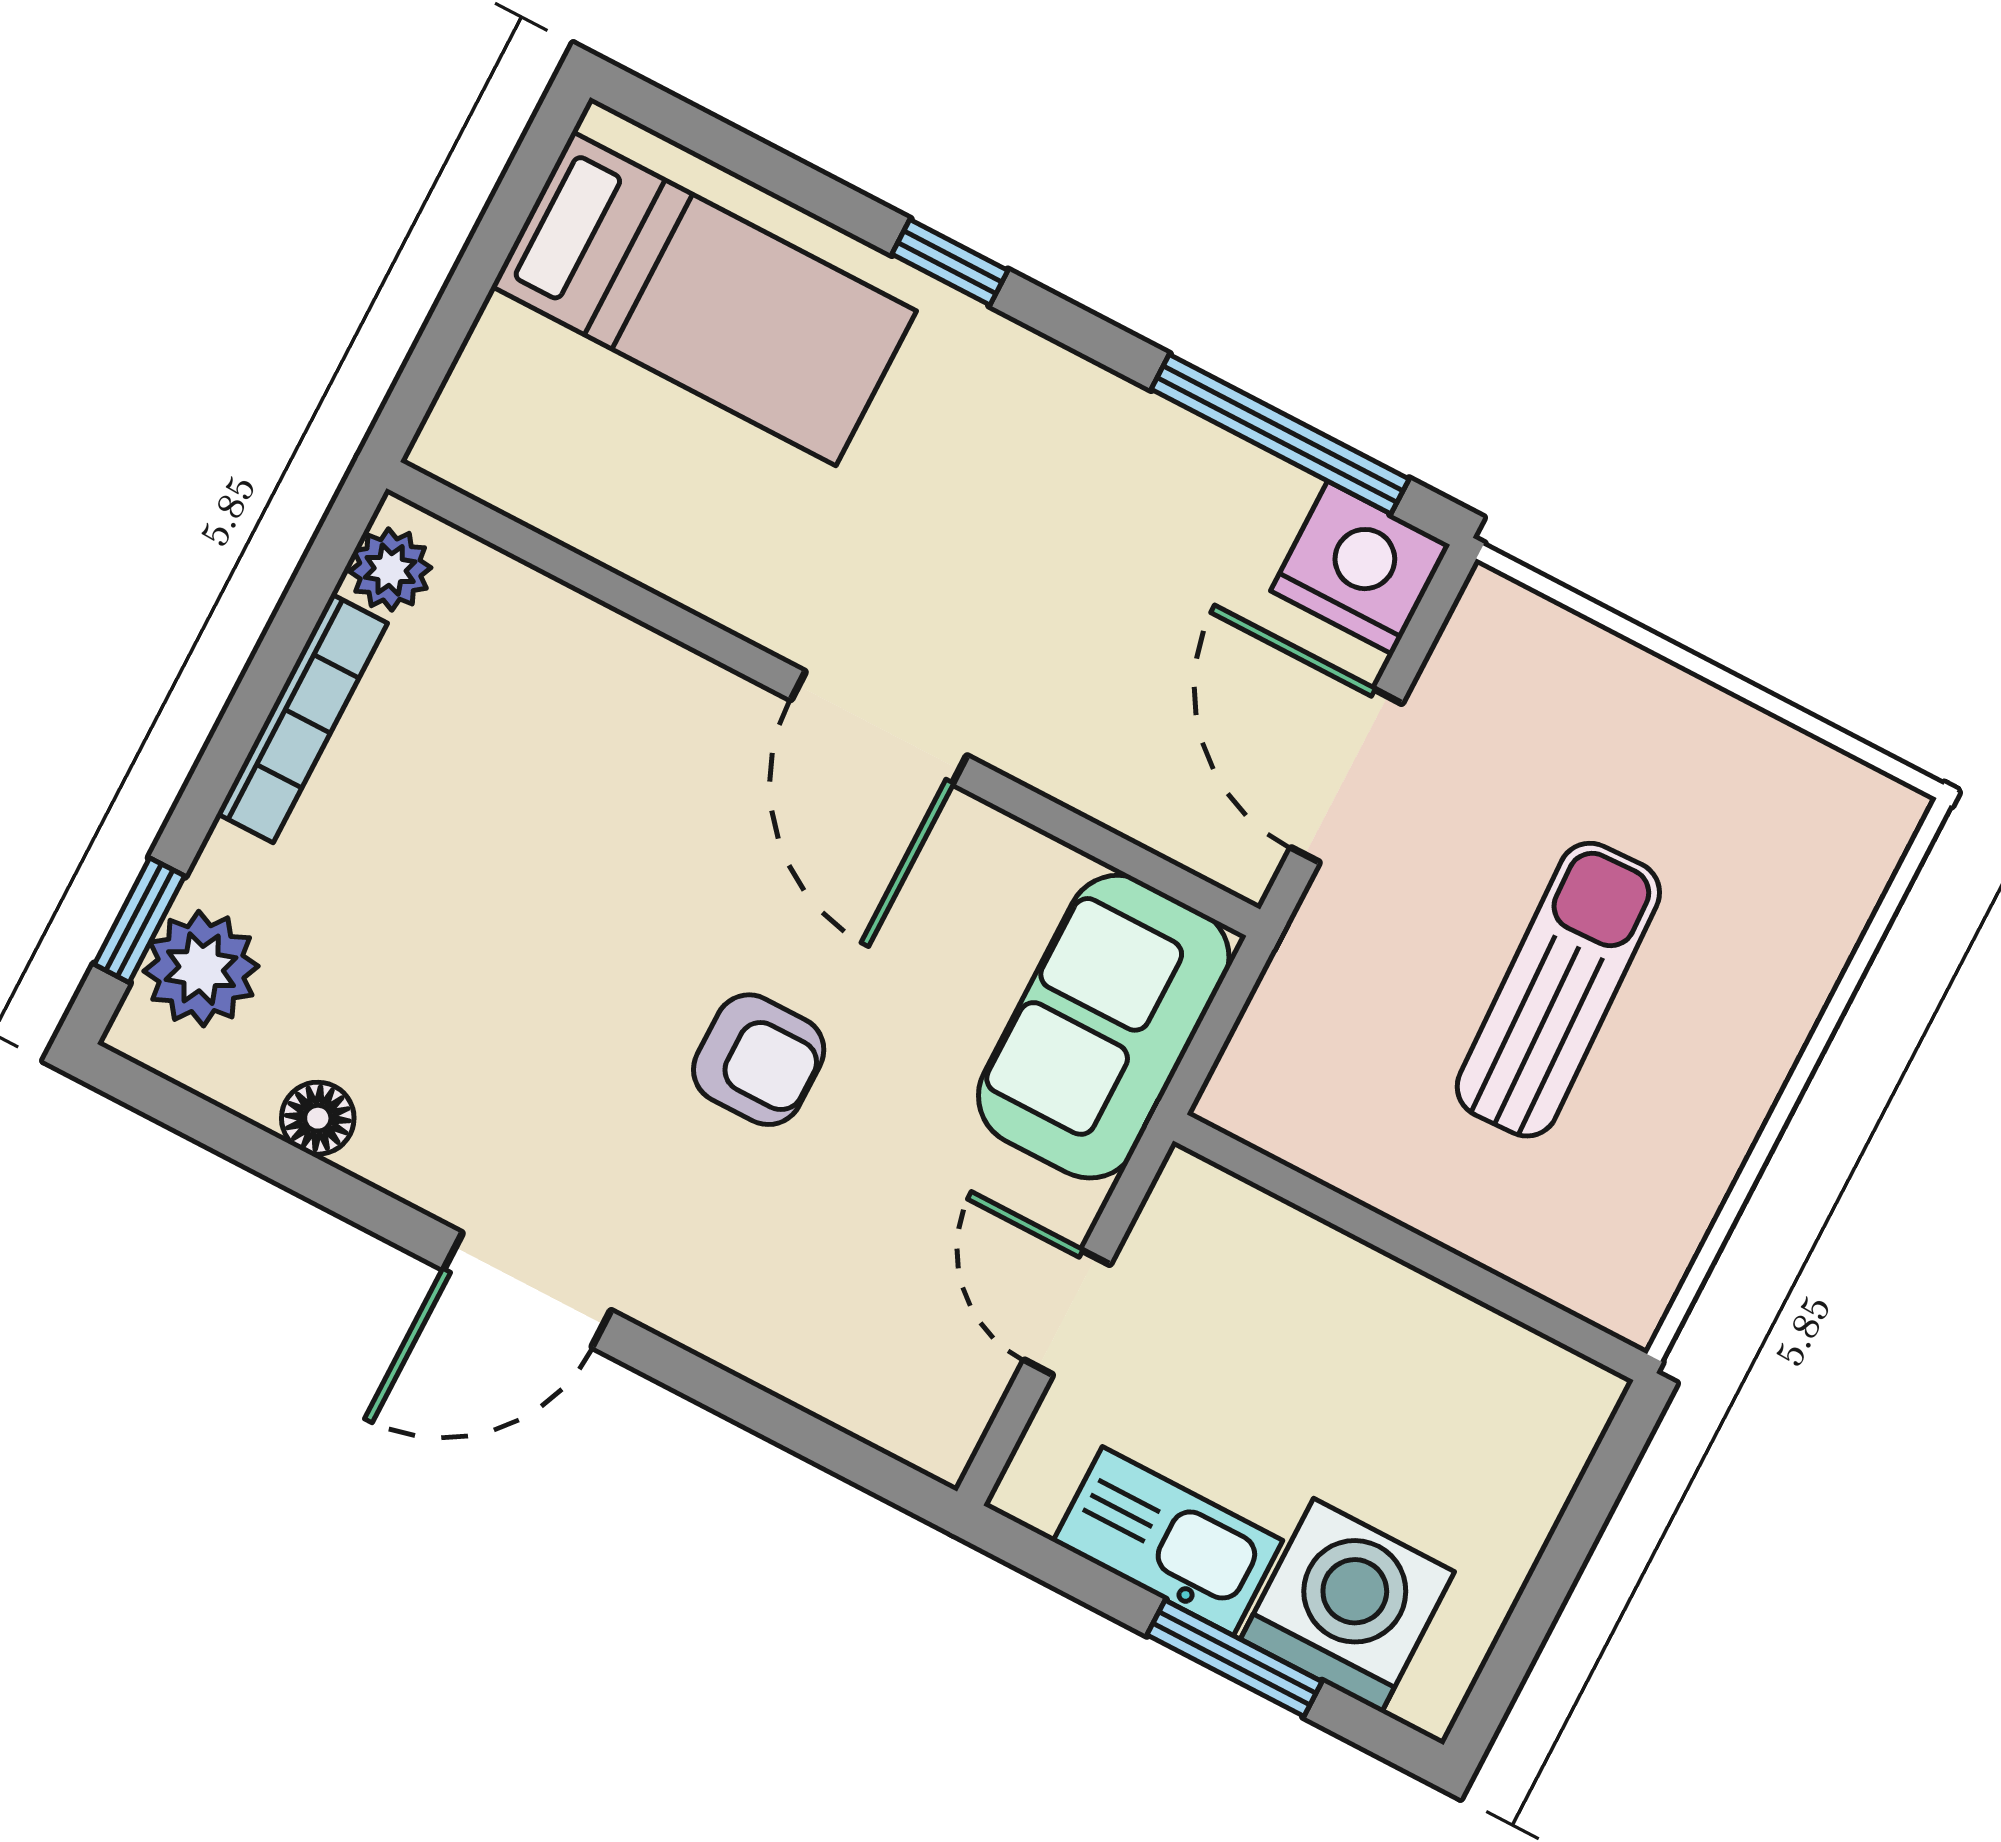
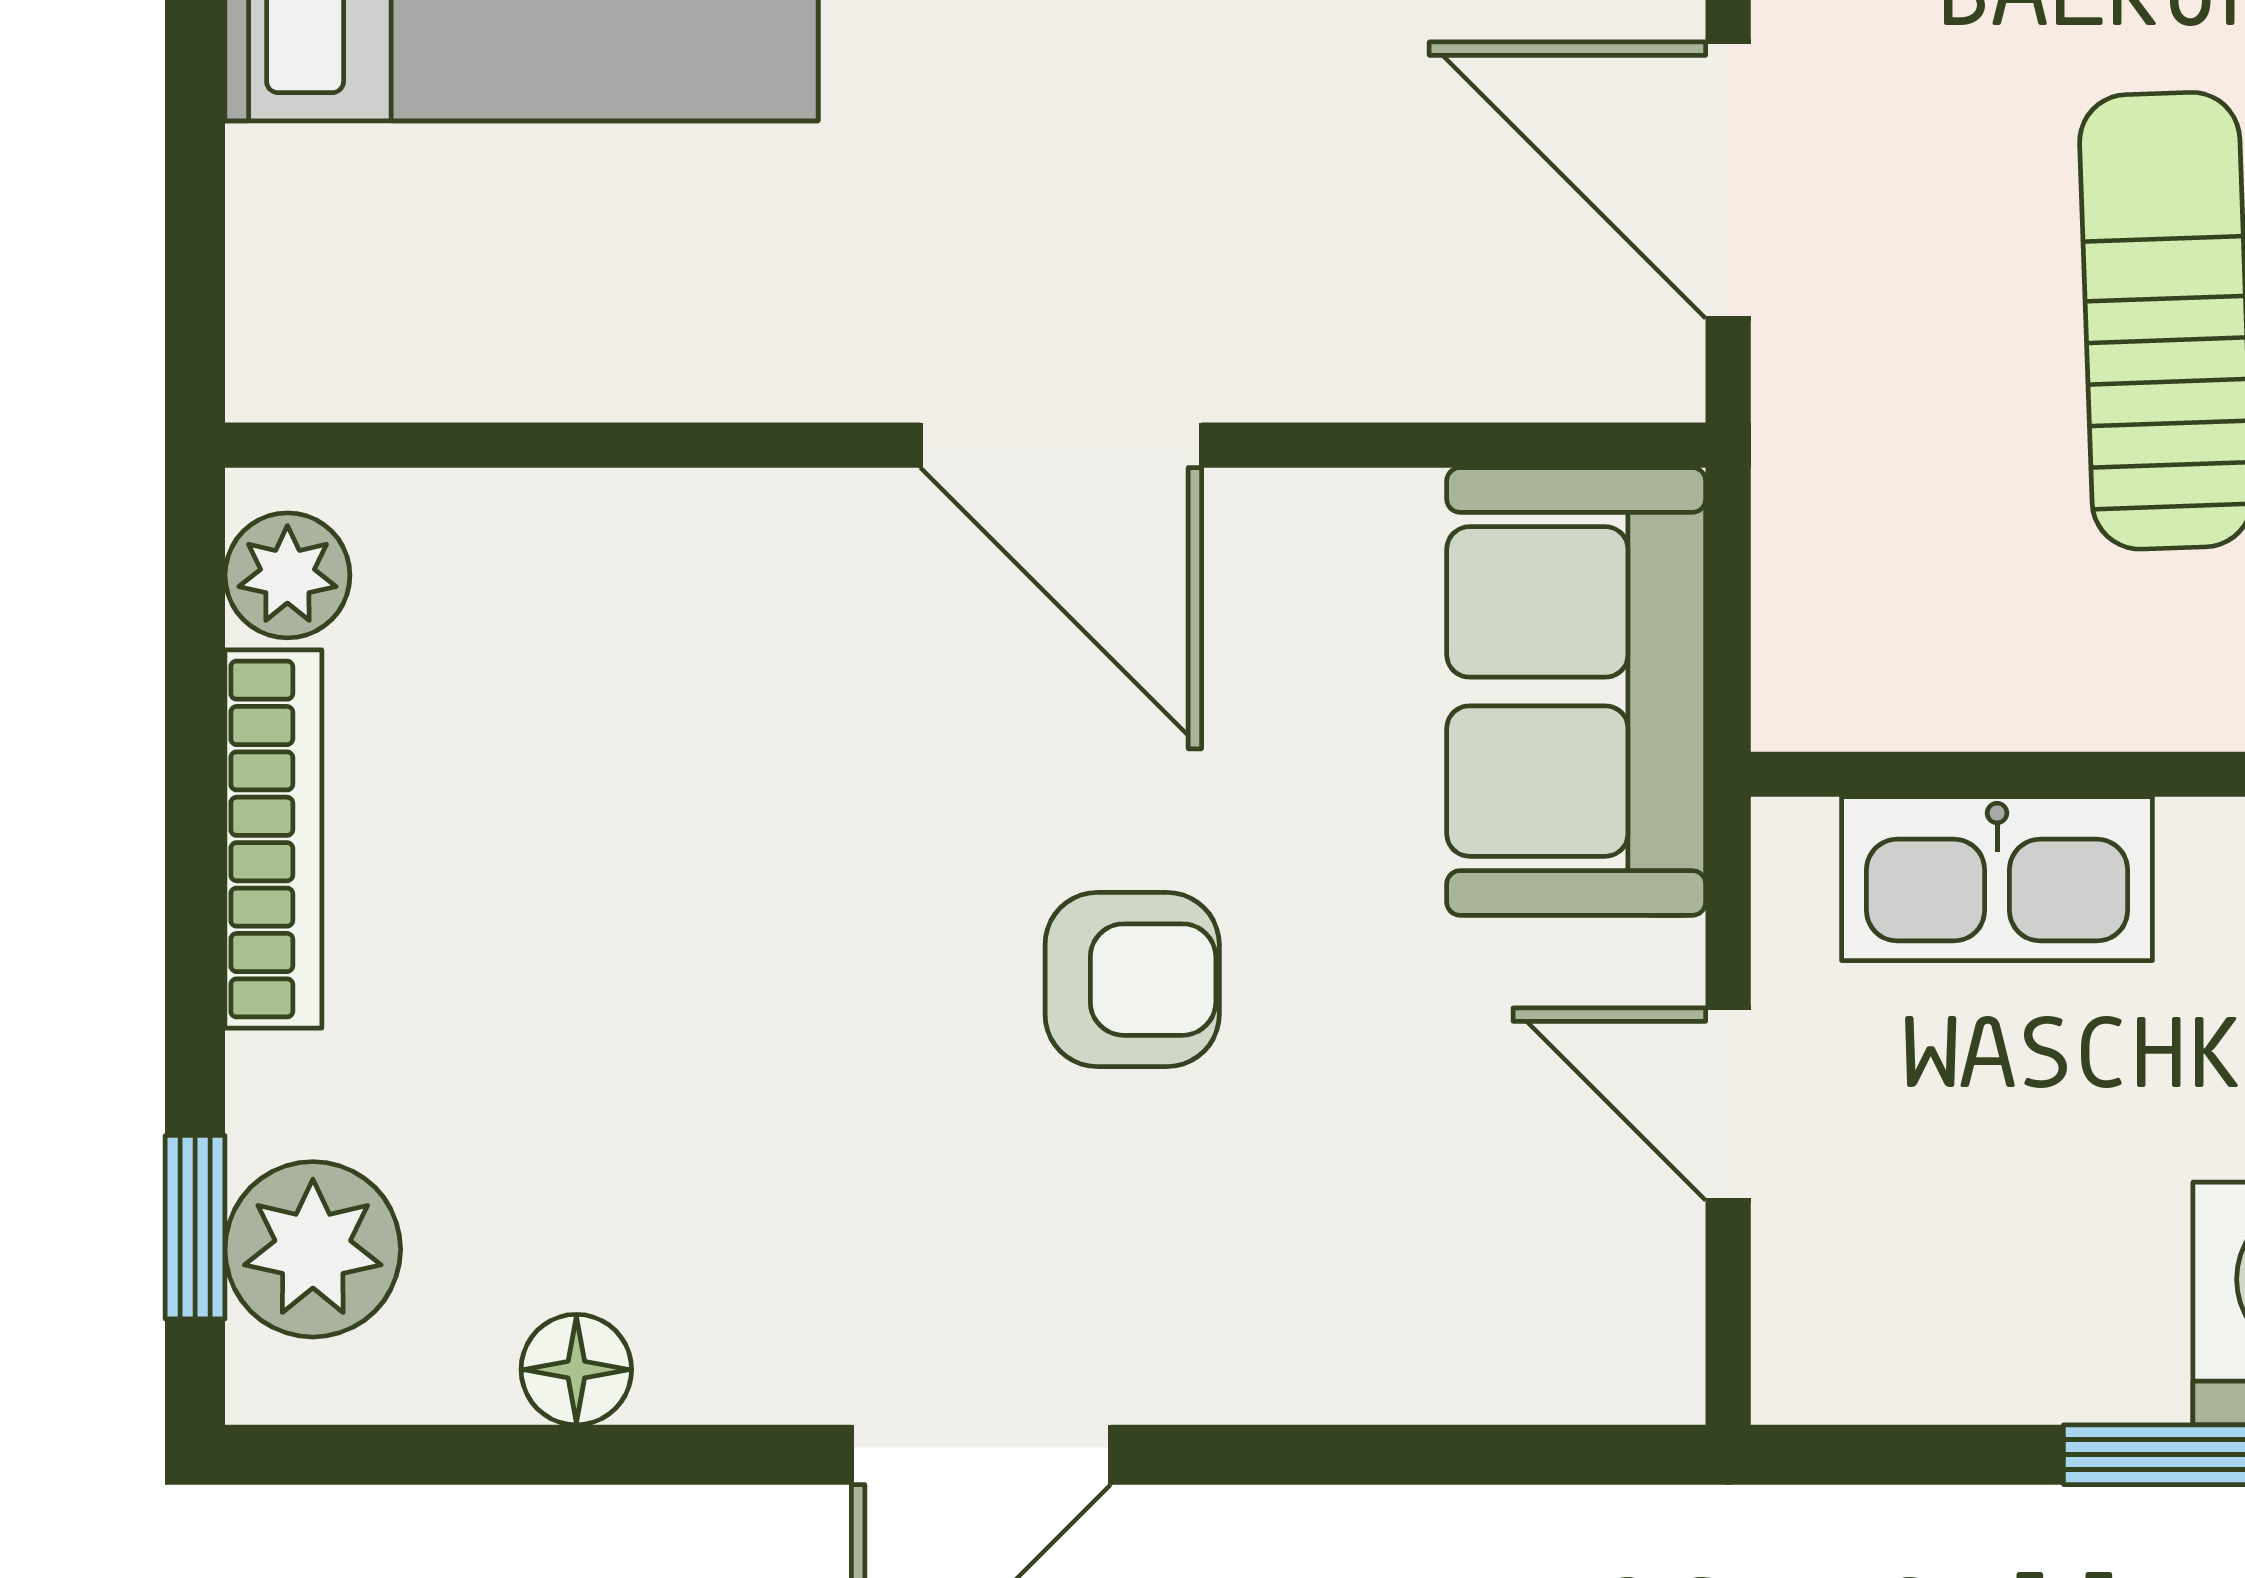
kitchen sink: (1168, 1541) -> (1997, 879), moved, turned 180

